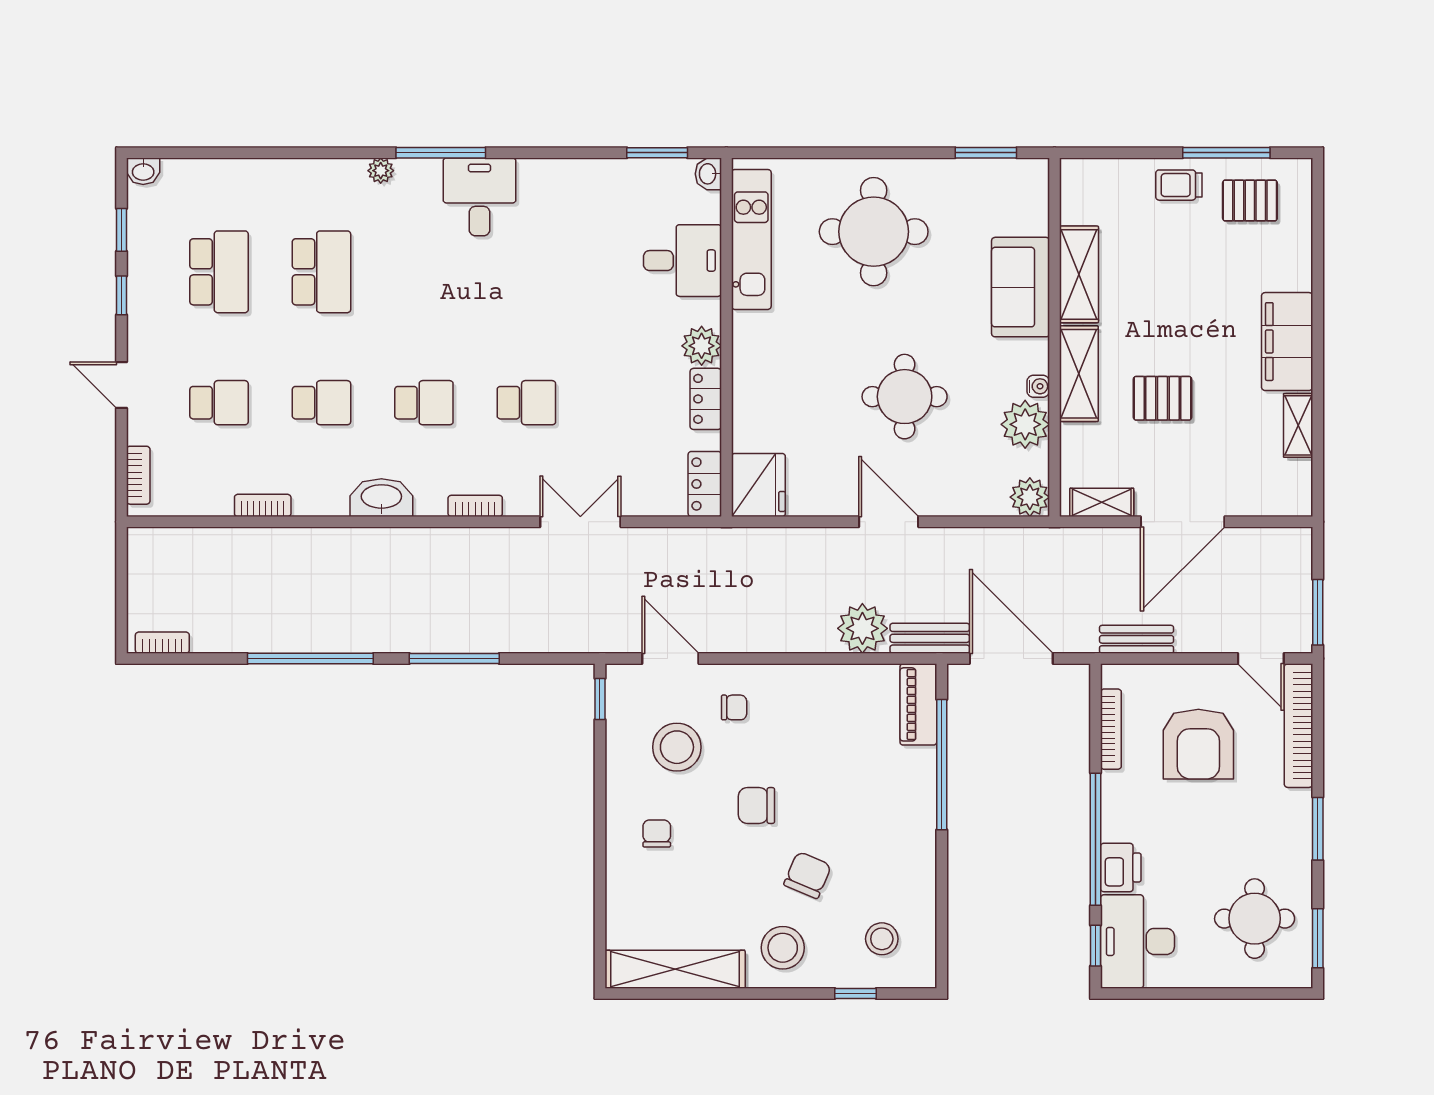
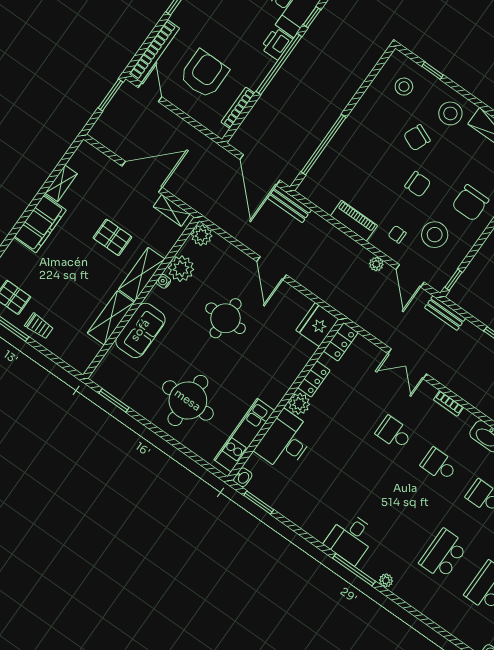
desk: (682, 261) -> (285, 441), width x1.37
plant: (862, 628) -> (376, 264), moved, width x0.53, depth x0.53
bench: (1137, 639) -> (445, 313), moved
piano: (918, 704) -> (354, 221), moved, turned -90
chair: (657, 833) -> (470, 203), width x1.87, depth x1.87

